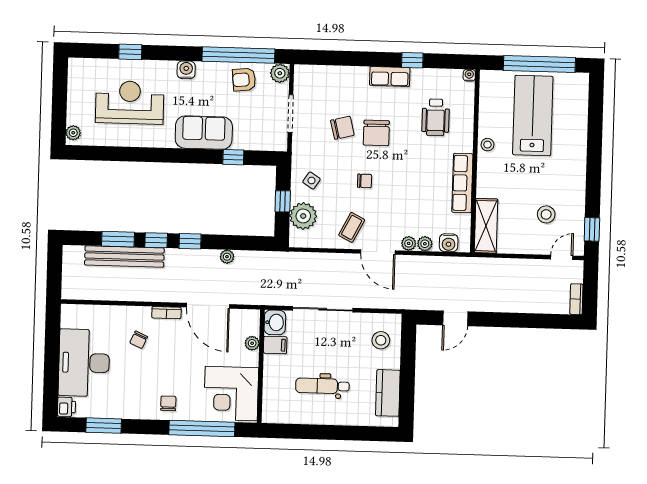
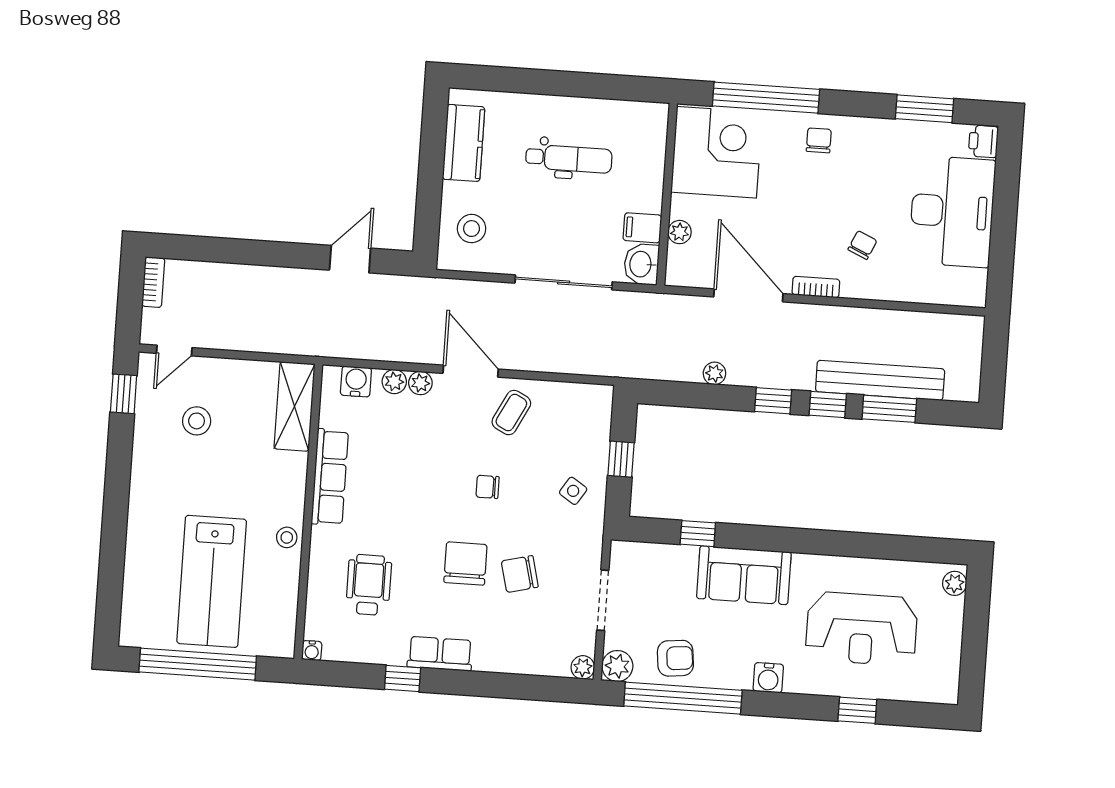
plant: (303, 216) -> (583, 667), moved, width x0.53, depth x0.53
chair: (168, 403) -> (819, 140), turned 180

